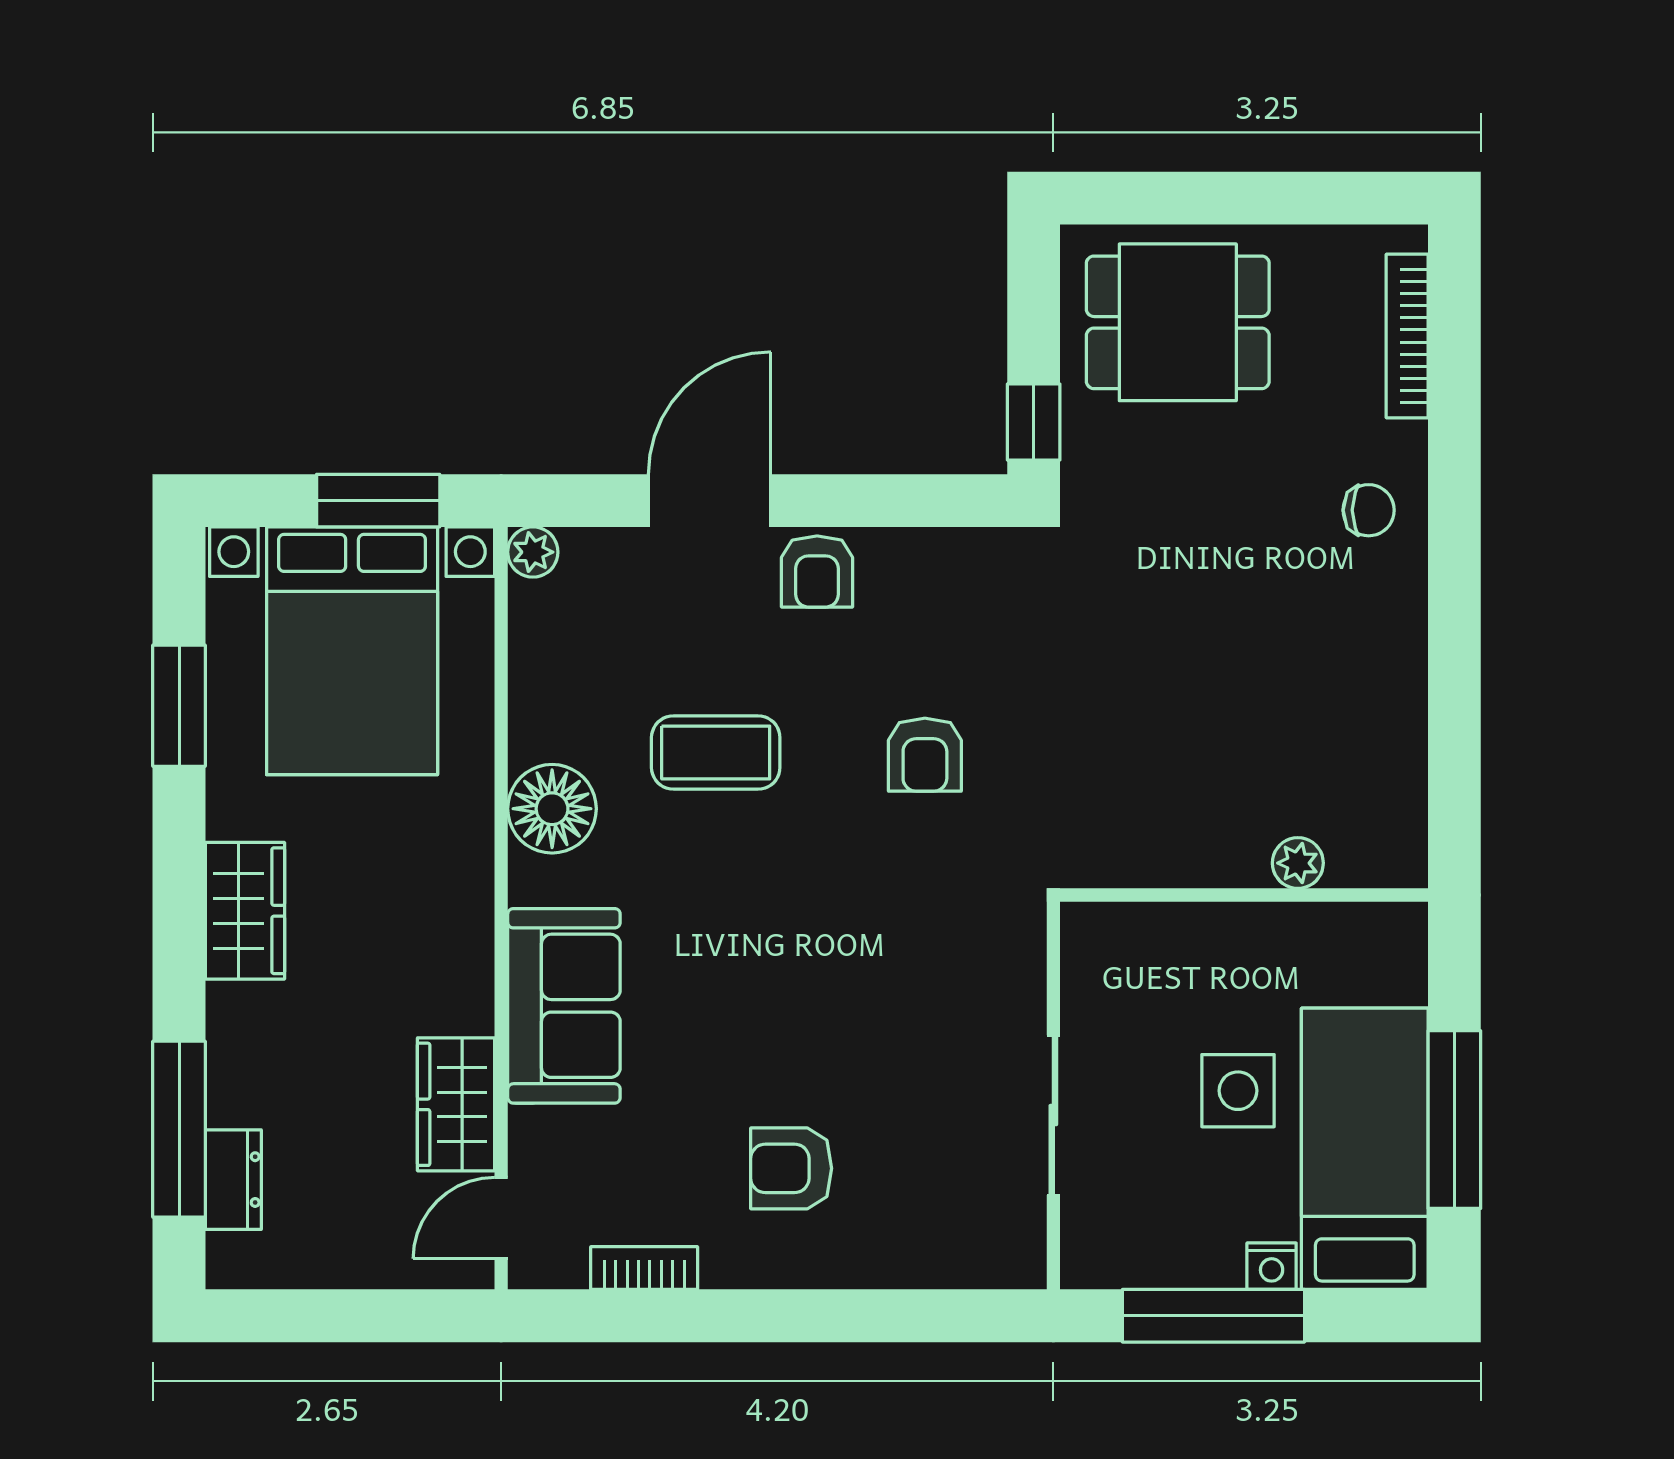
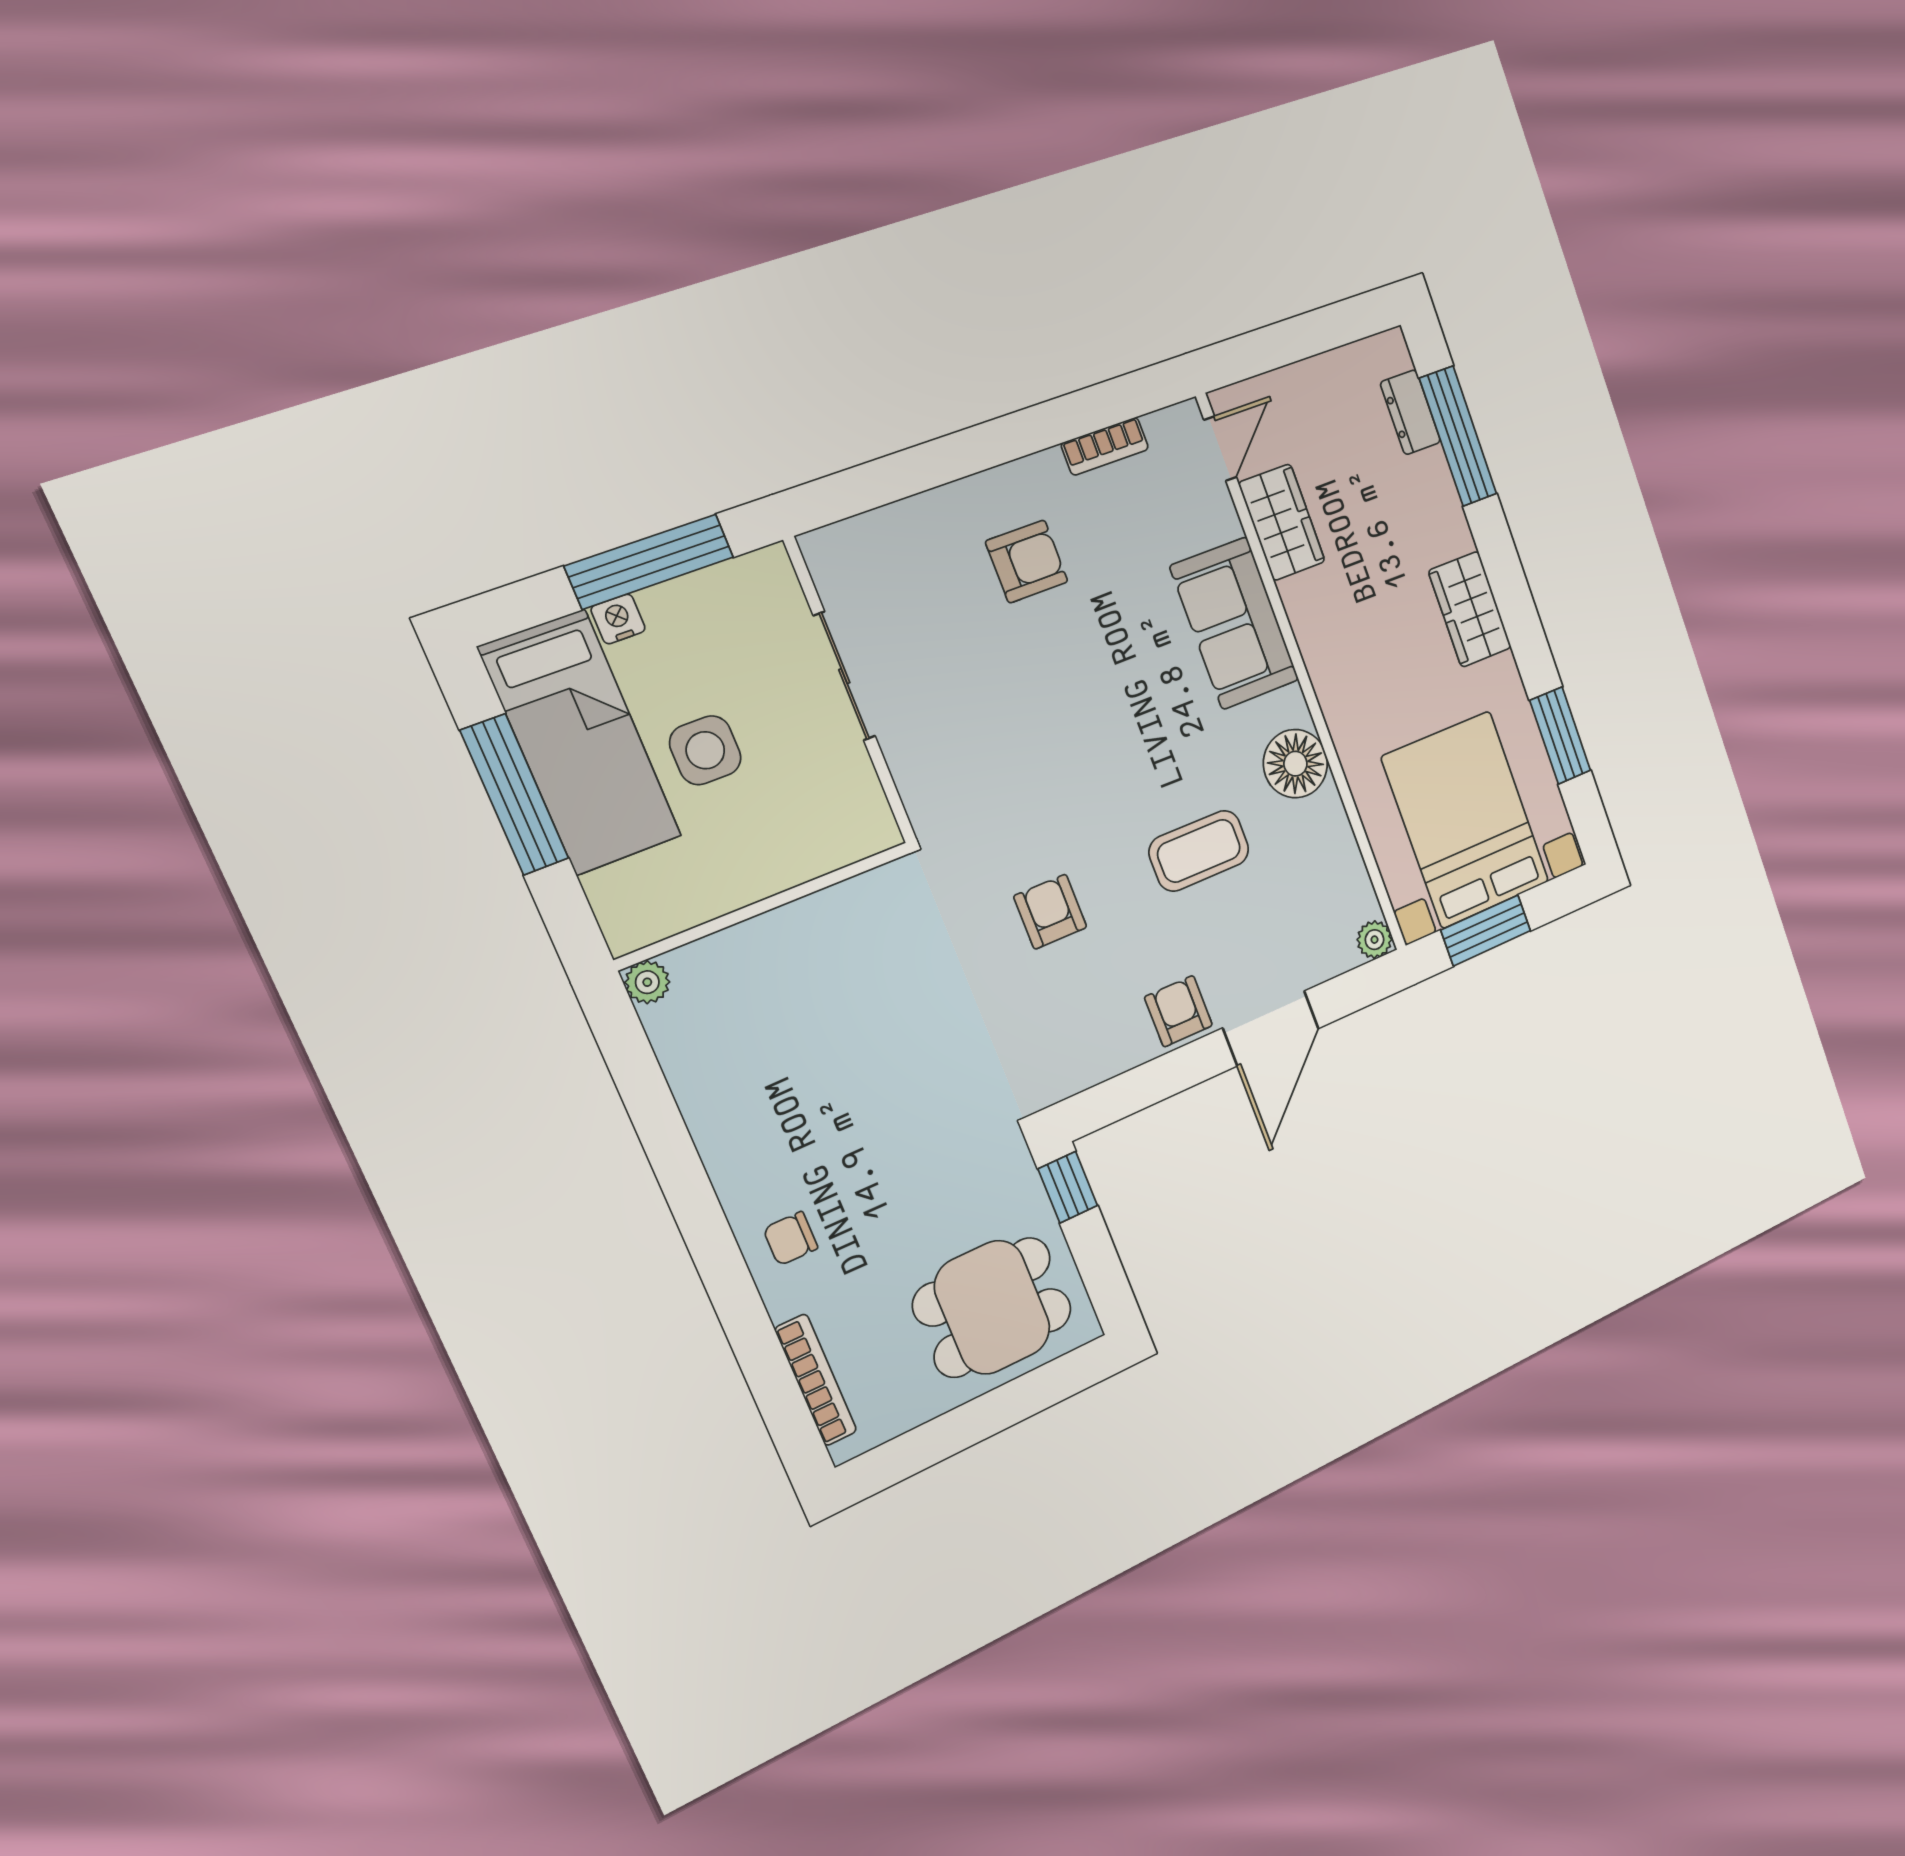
plant: (1298, 863) -> (647, 982), moved

